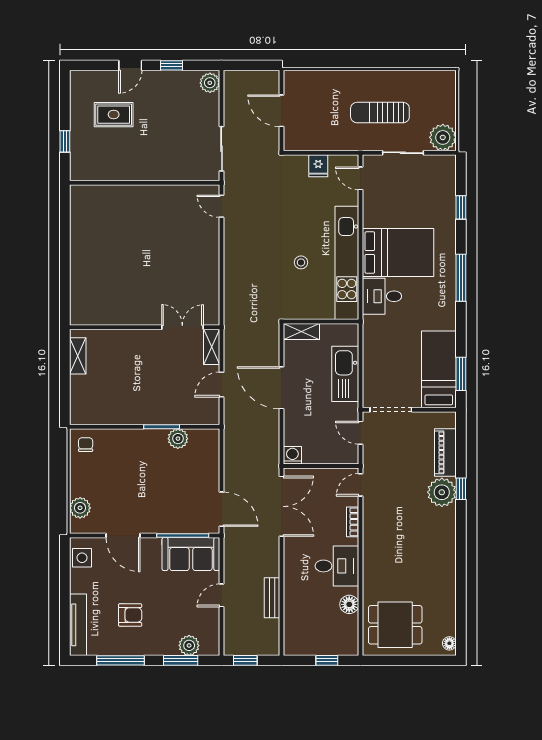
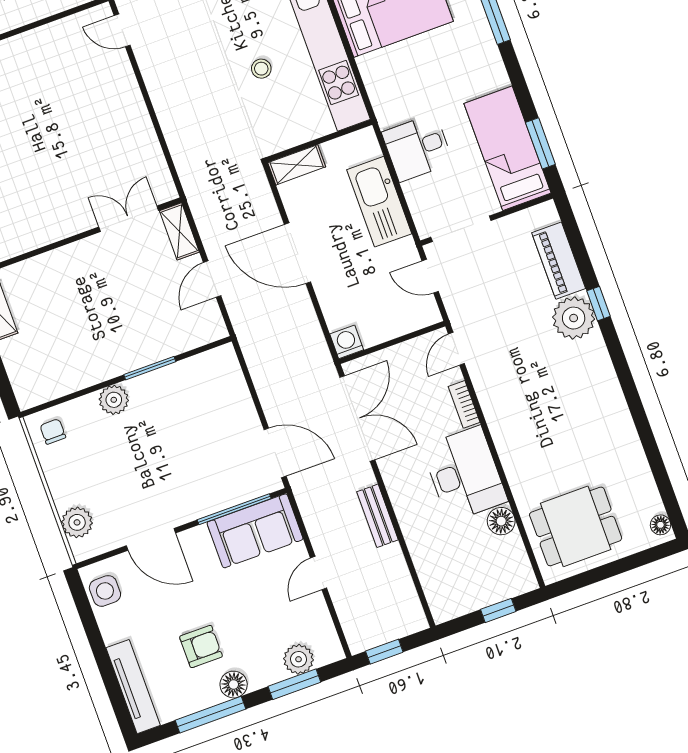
desk: (382, 296) -> (417, 148), moved
plant: (178, 439) -> (114, 400), moved
desk: (337, 566) -> (465, 474), width x1.37
bench: (272, 598) -> (378, 516), moved
floor lamp: (142, 647) -> (234, 685), added

